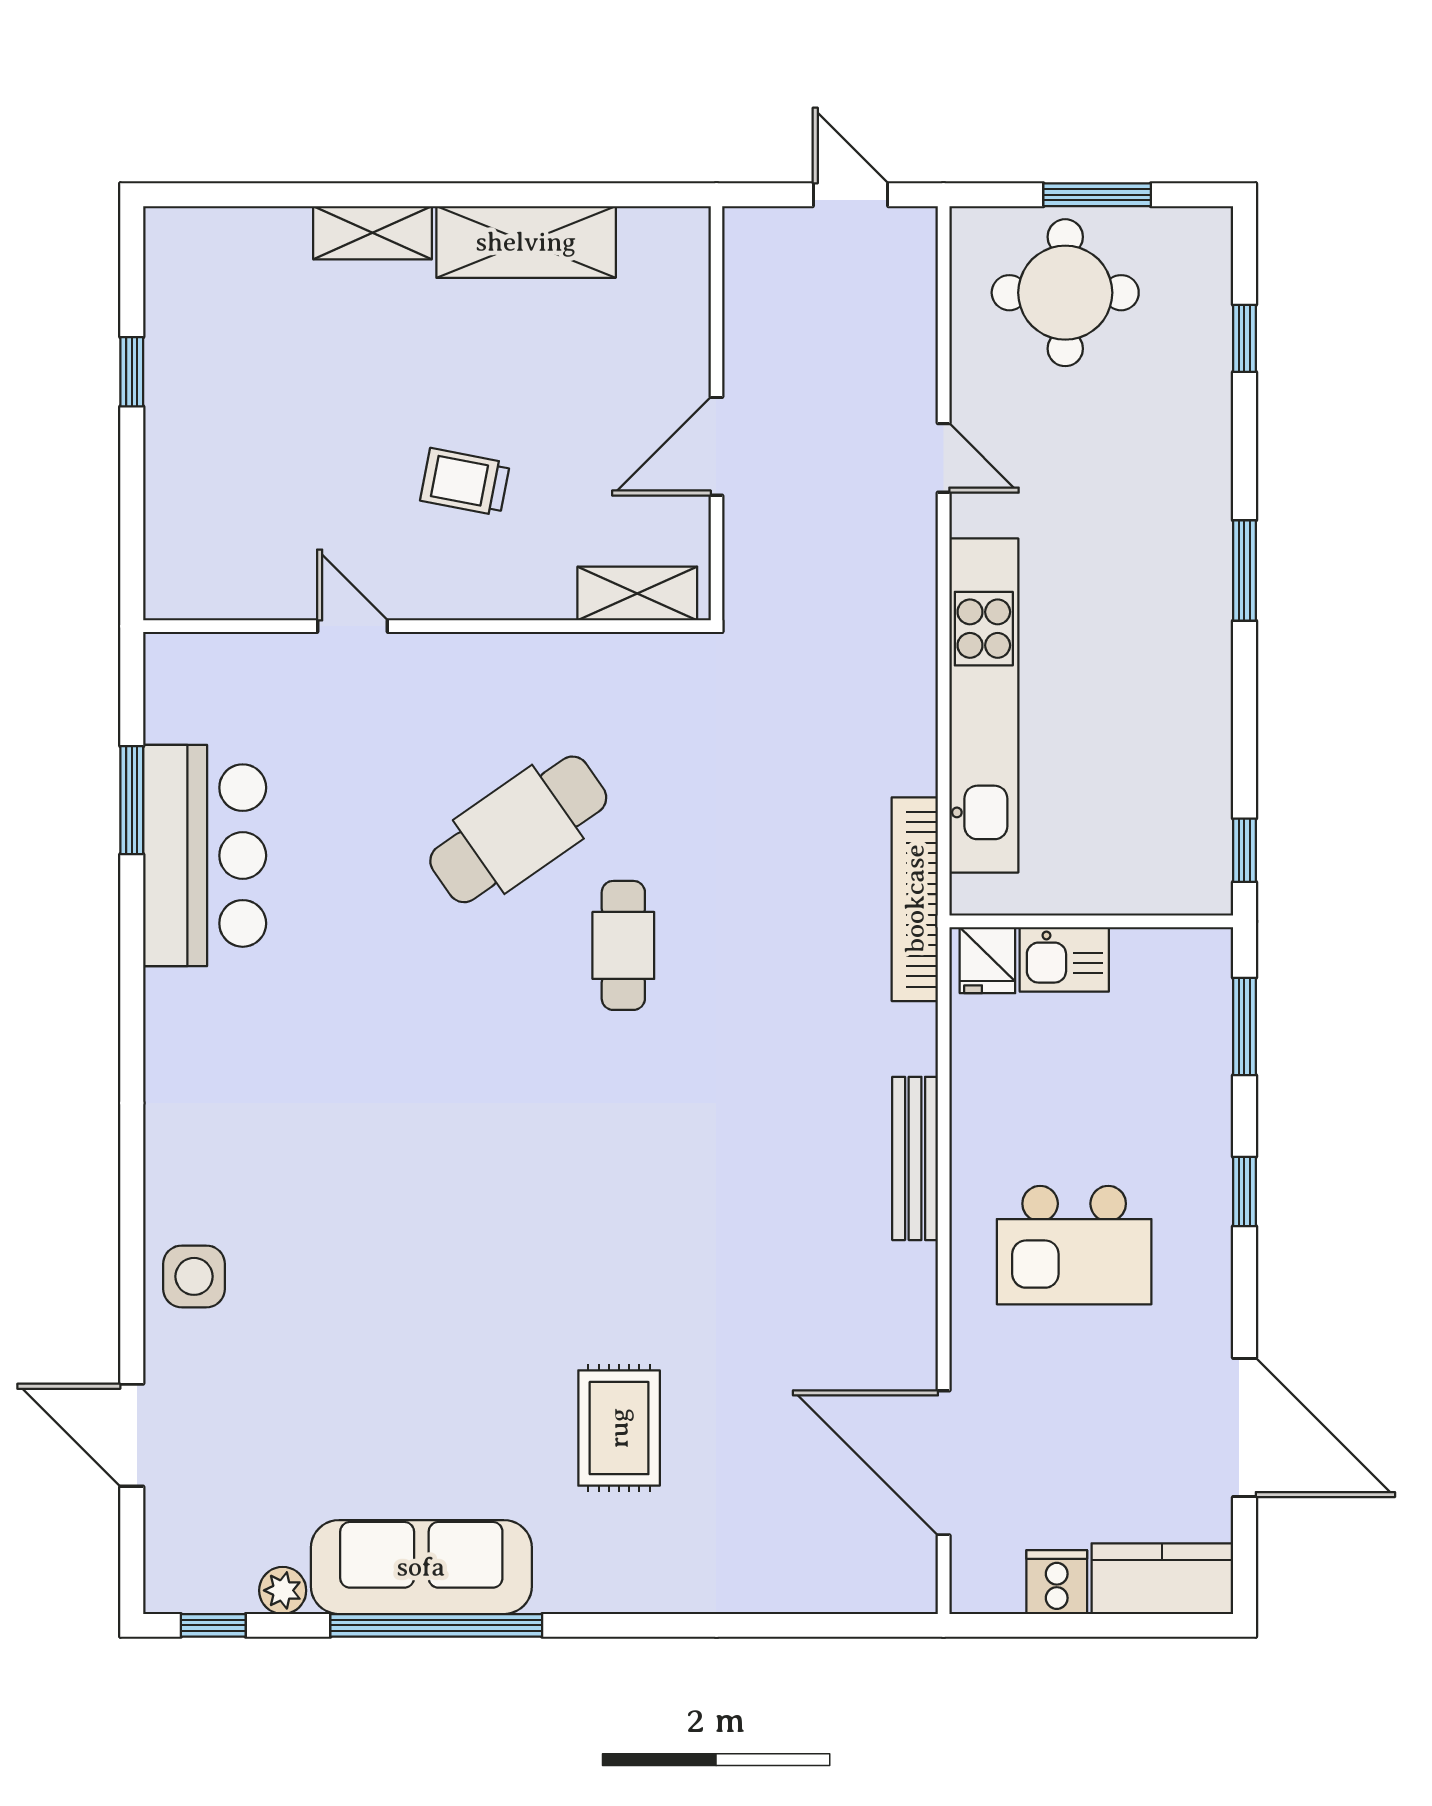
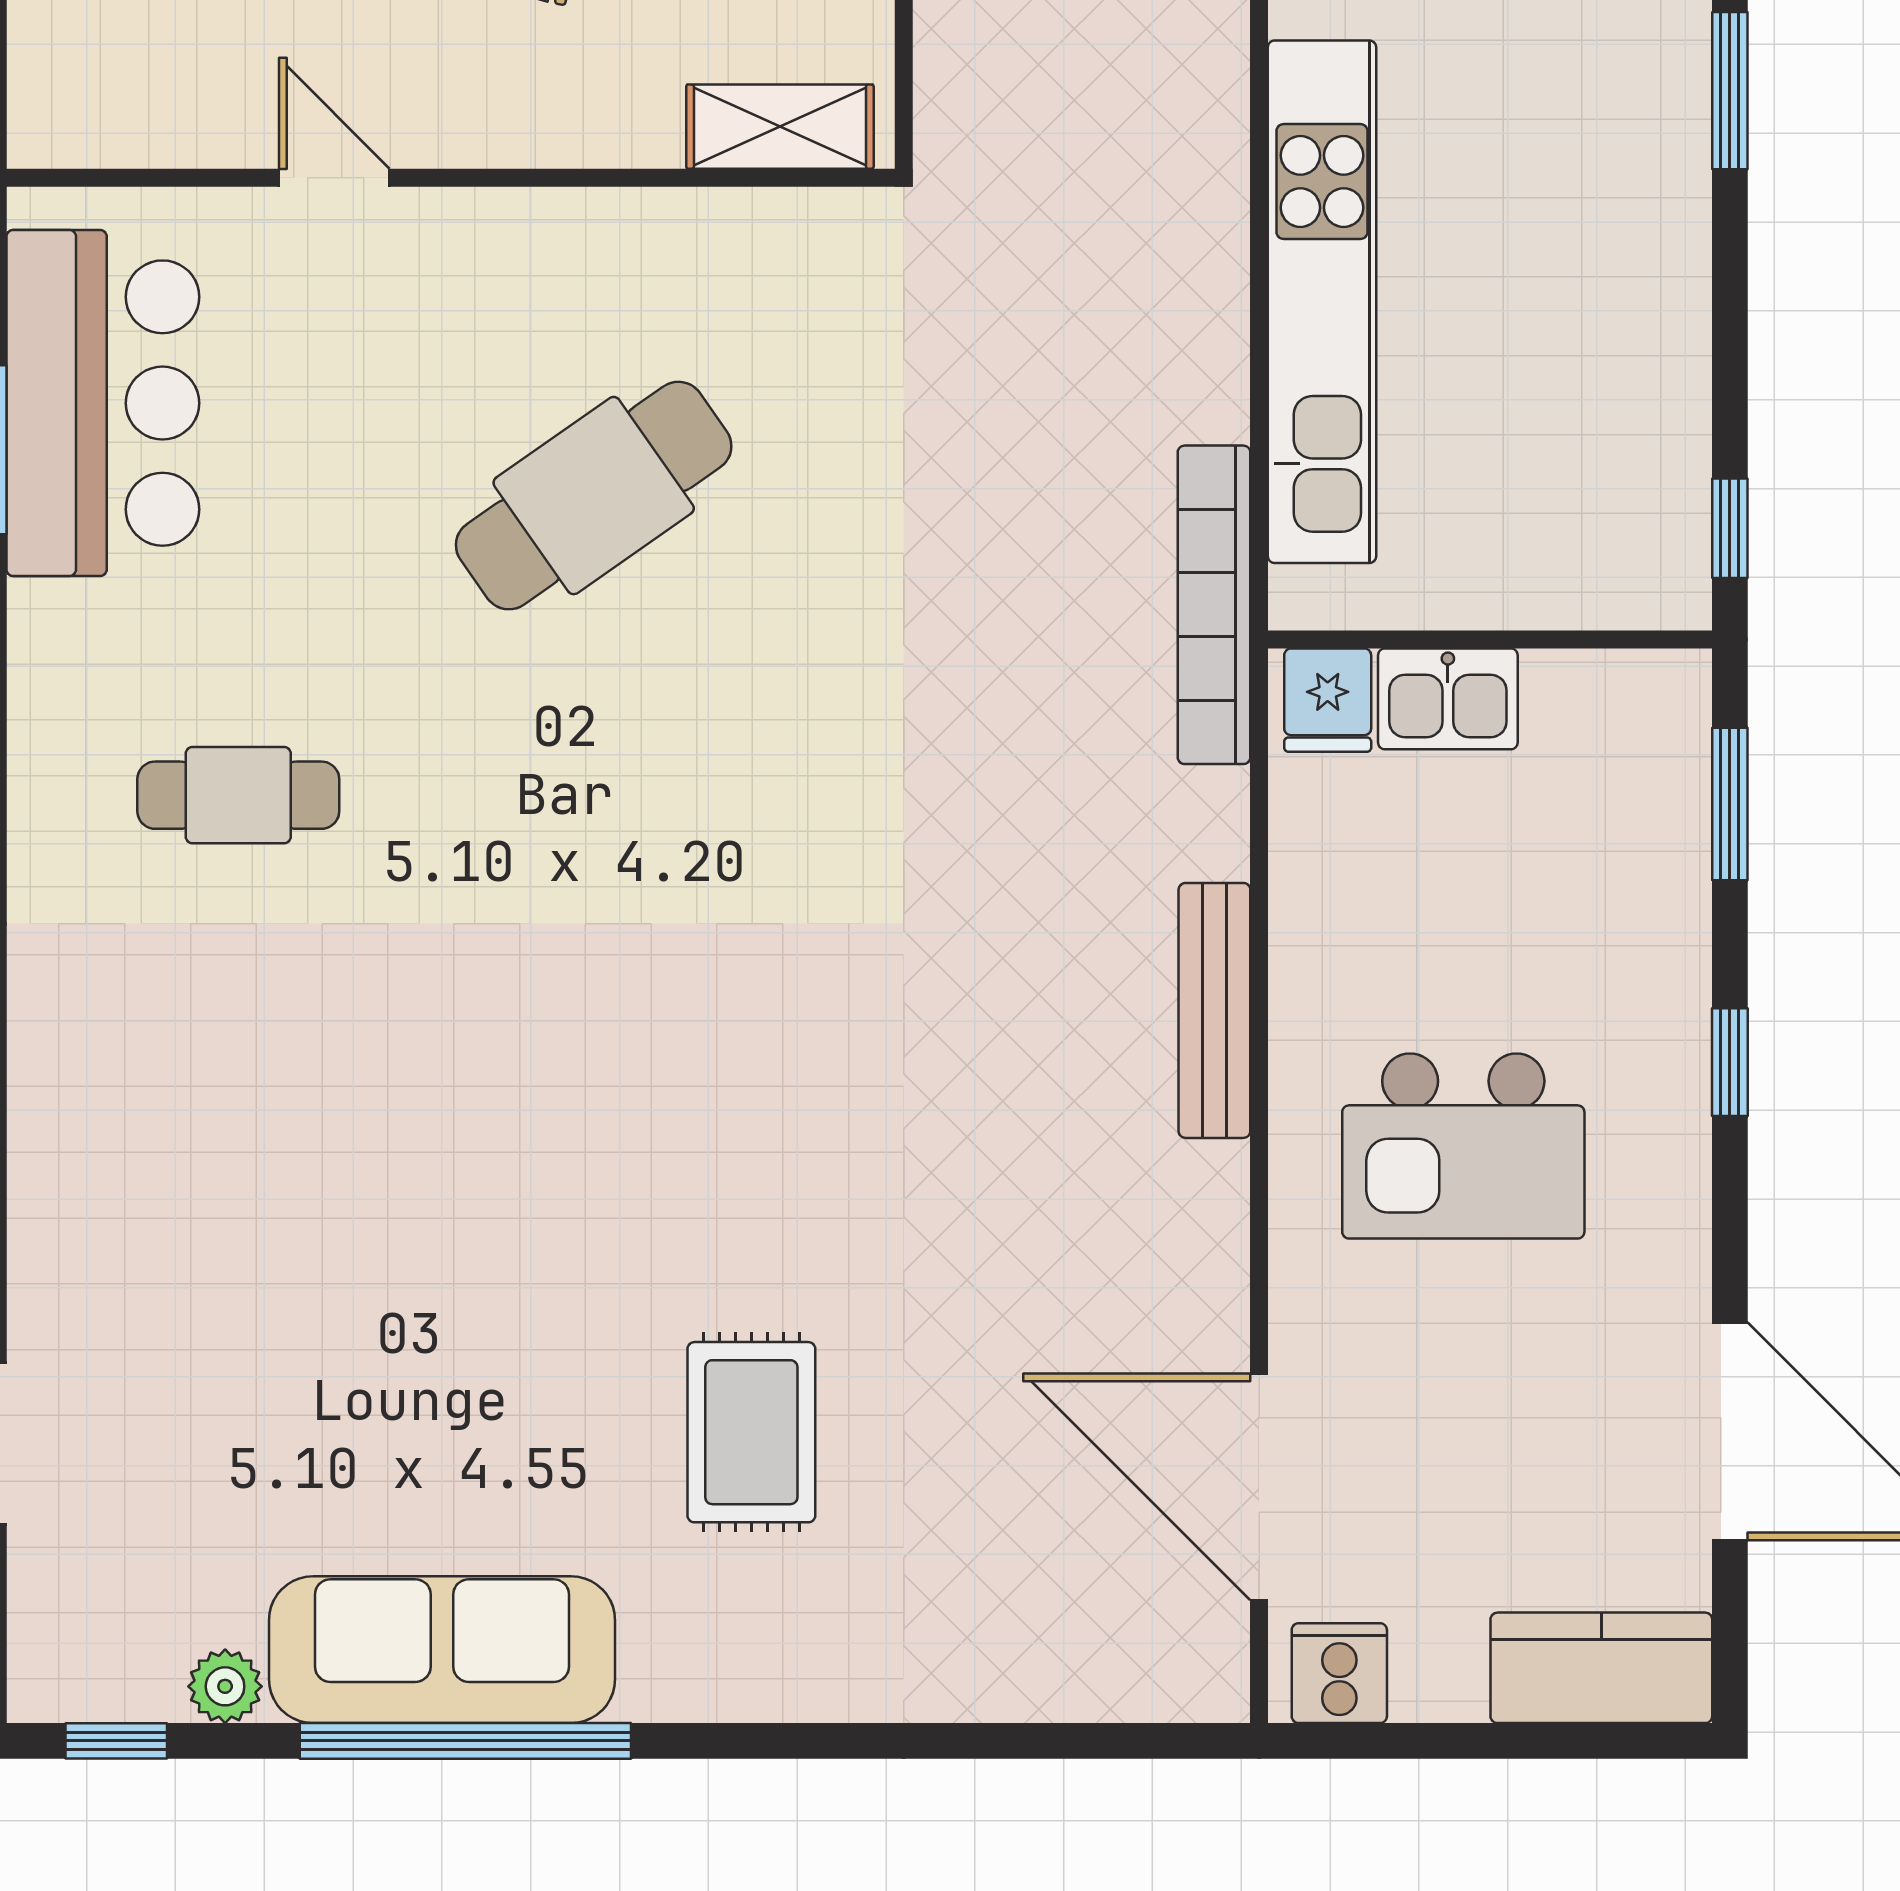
bar counter: (205, 856) -> (103, 403), moved
cafe table: (623, 945) -> (238, 795), moved, turned 90
side table: (194, 1276) -> (86, 1195), removed
cooker: (1057, 1582) -> (1339, 1673), moved

